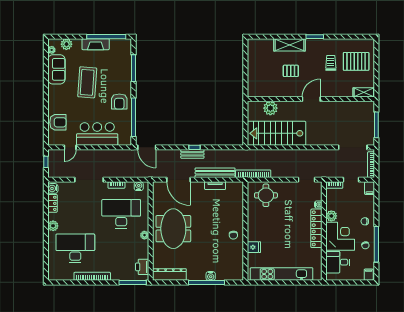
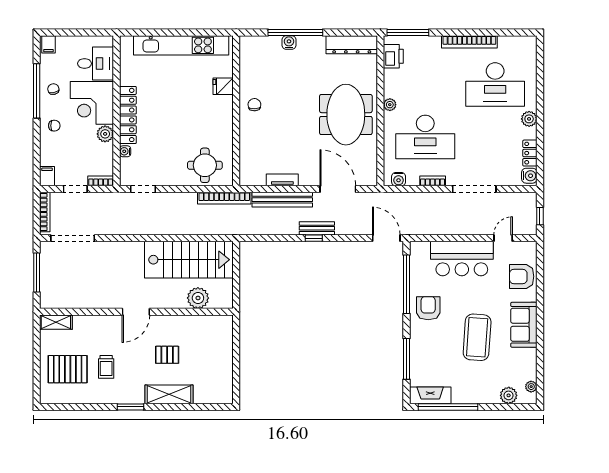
fireplace: (96, 44) -> (430, 395), moved
sofa: (56, 69) -> (524, 325), moved

